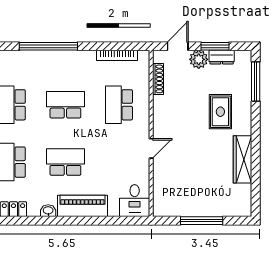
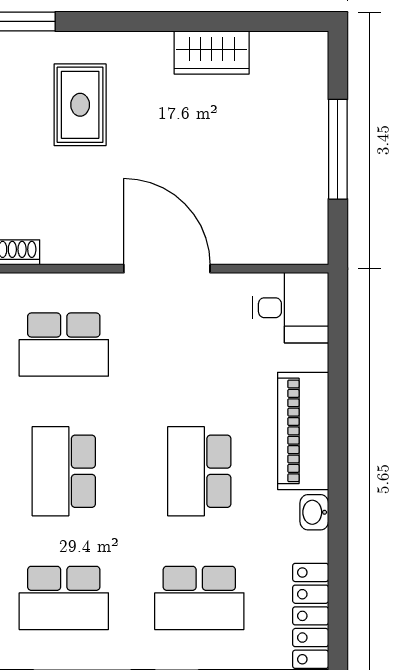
rug: (220, 112) -> (80, 105), turned 90
door: (151, 148) -> (167, 269), width x1.87
wardrobe: (242, 159) -> (212, 52), width x0.67

